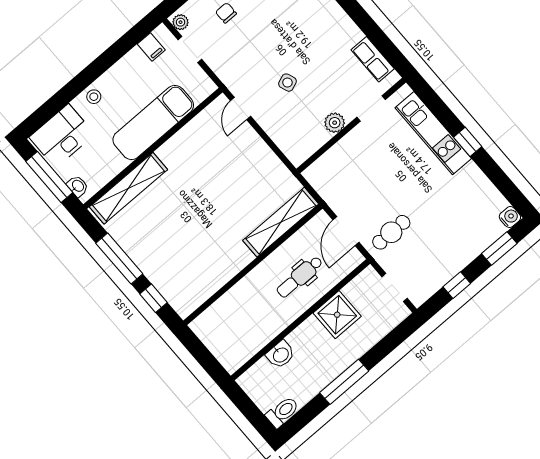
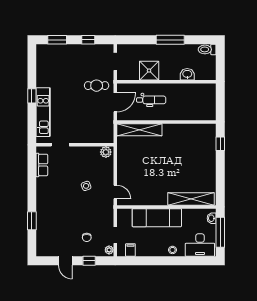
door: (240, 108) -> (115, 192), hinge flipped
plant: (335, 123) -> (106, 152), moved
water cooler: (510, 217) -> (41, 49), removed
window: (119, 258) -> (220, 173), removed

